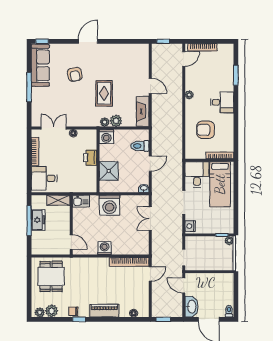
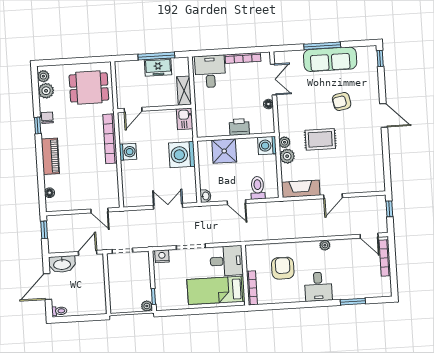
sofa: (40, 65) -> (330, 59), moved
bookcase: (129, 262) -> (110, 139), moved

